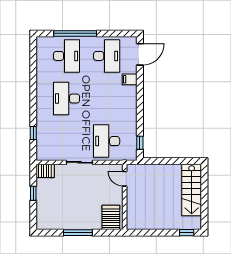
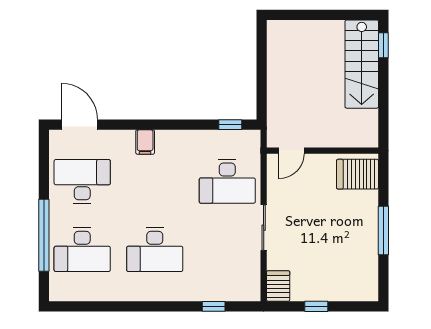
desk: (67, 56) -> (82, 250), turned 180
filing cabinet: (130, 79) -> (145, 142), moved
stairs: (192, 190) -> (362, 64), moved, turned 90

